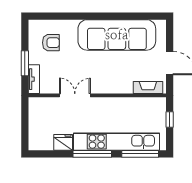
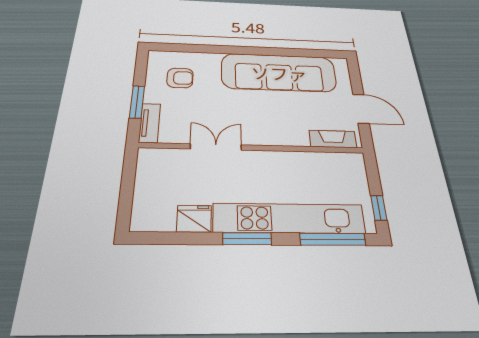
window: (170, 119) -> (379, 208), moved
window: (92, 154) -> (247, 239), width x0.69

